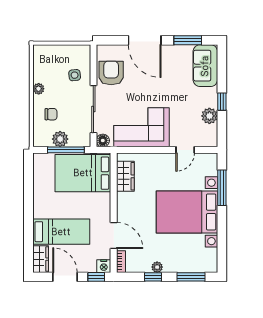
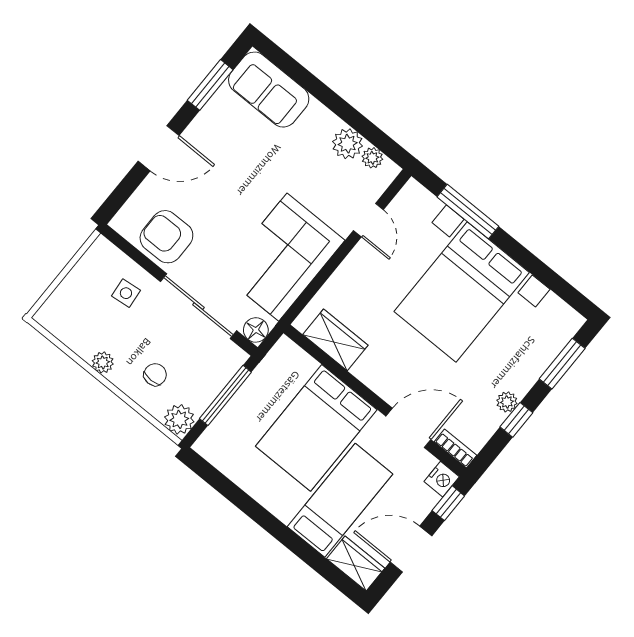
door: (145, 40) -> (159, 148), width x0.73
window: (222, 102) -> (342, 108), removed
plant: (212, 131) -> (372, 158), added
plant: (60, 139) -> (179, 419), moved
bed: (83, 173) -> (316, 428), moved

